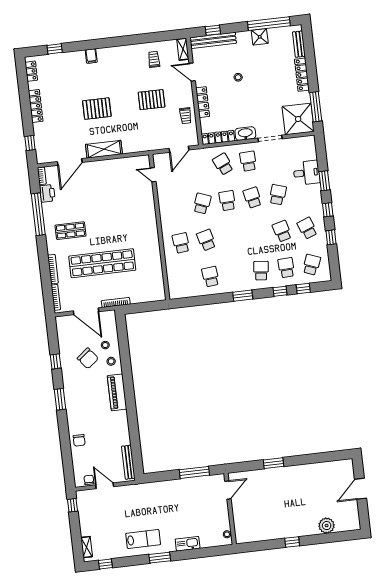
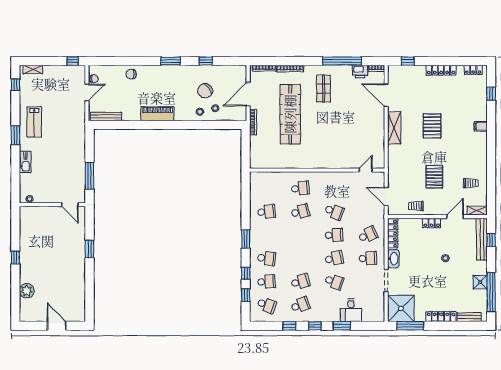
locker: (203, 102) -> (432, 223), width x0.66
piano: (117, 392) -> (157, 114), moved

